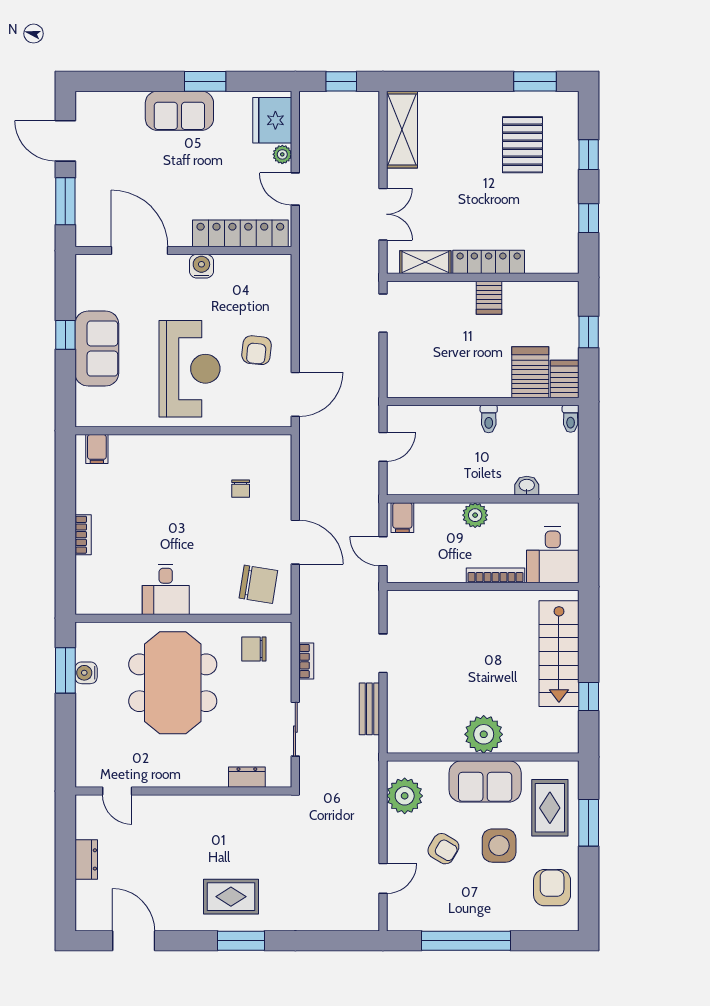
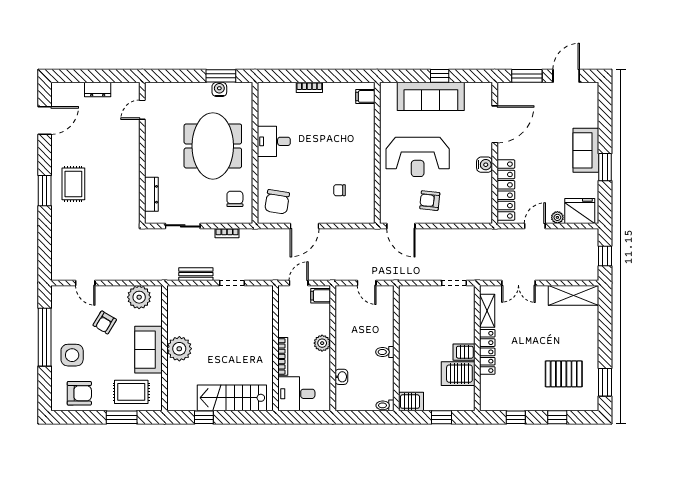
sofa: (97, 349) -> (431, 96), width x1.36
server rack: (530, 372) -> (458, 374), moved, turned 180
meeting table: (173, 683) -> (213, 146), turned 90
dresser: (247, 777) -> (151, 194), width x1.44
side table: (499, 846) -> (72, 355), moved

